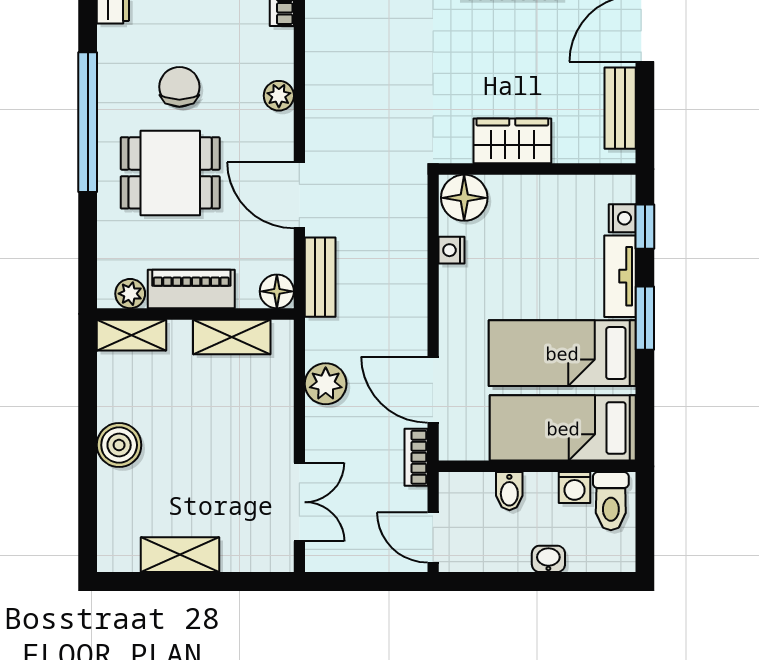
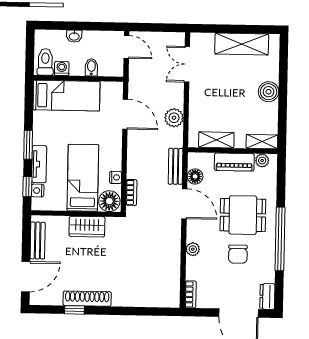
floor lamp: (277, 291) -> (195, 176), moved
bed: (562, 353) -> (83, 178), moved, turned -90
bookcase: (416, 457) -> (131, 192), moved
shelving: (180, 555) -> (242, 44), width x1.50, depth x1.33

